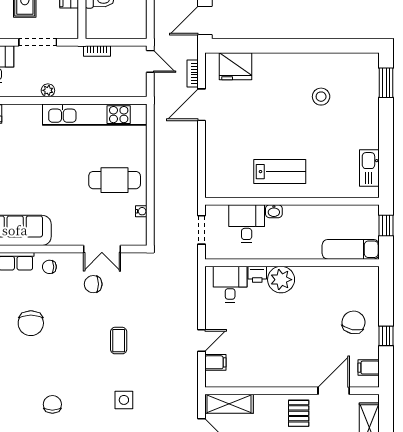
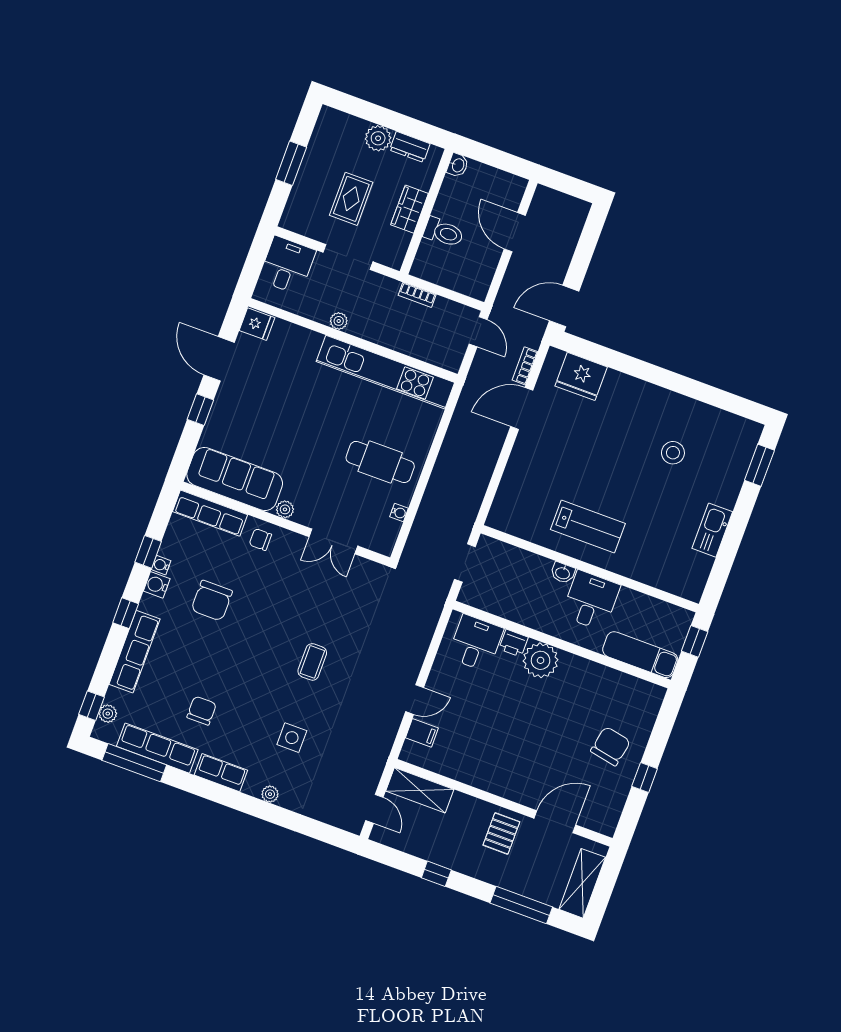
kitchen sink: (369, 168) -> (712, 530), moved
desk: (247, 224) -> (591, 601), moved
plant: (59, 239) -> (285, 509), added
chair: (93, 284) -> (307, 581), removed
filing cabinet: (369, 368) -> (609, 809), removed

